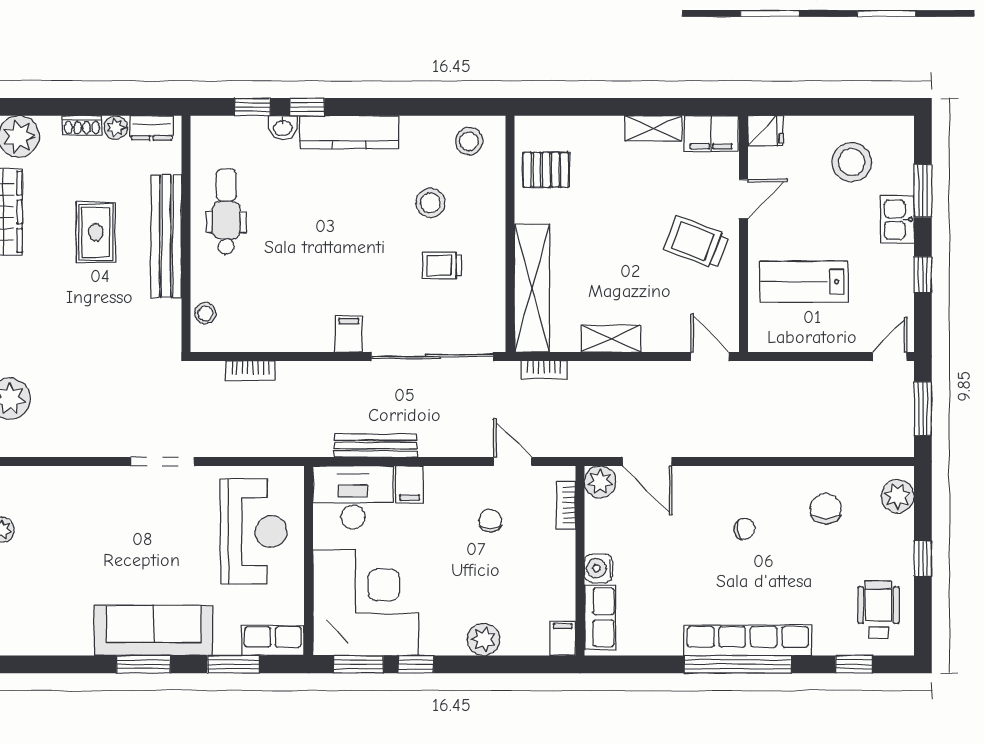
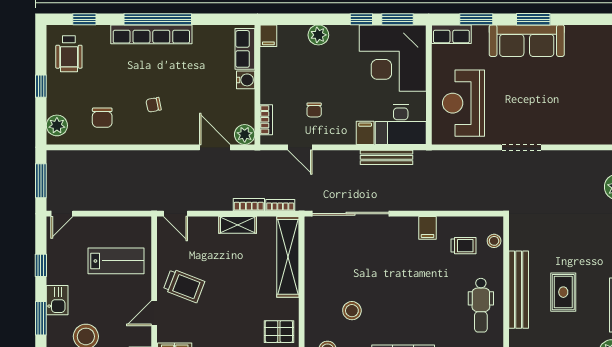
trolley: (442, 265) -> (463, 246), moved
filing cabinet: (349, 334) -> (428, 228), moved
bookcase: (250, 371) -> (249, 205), moved

